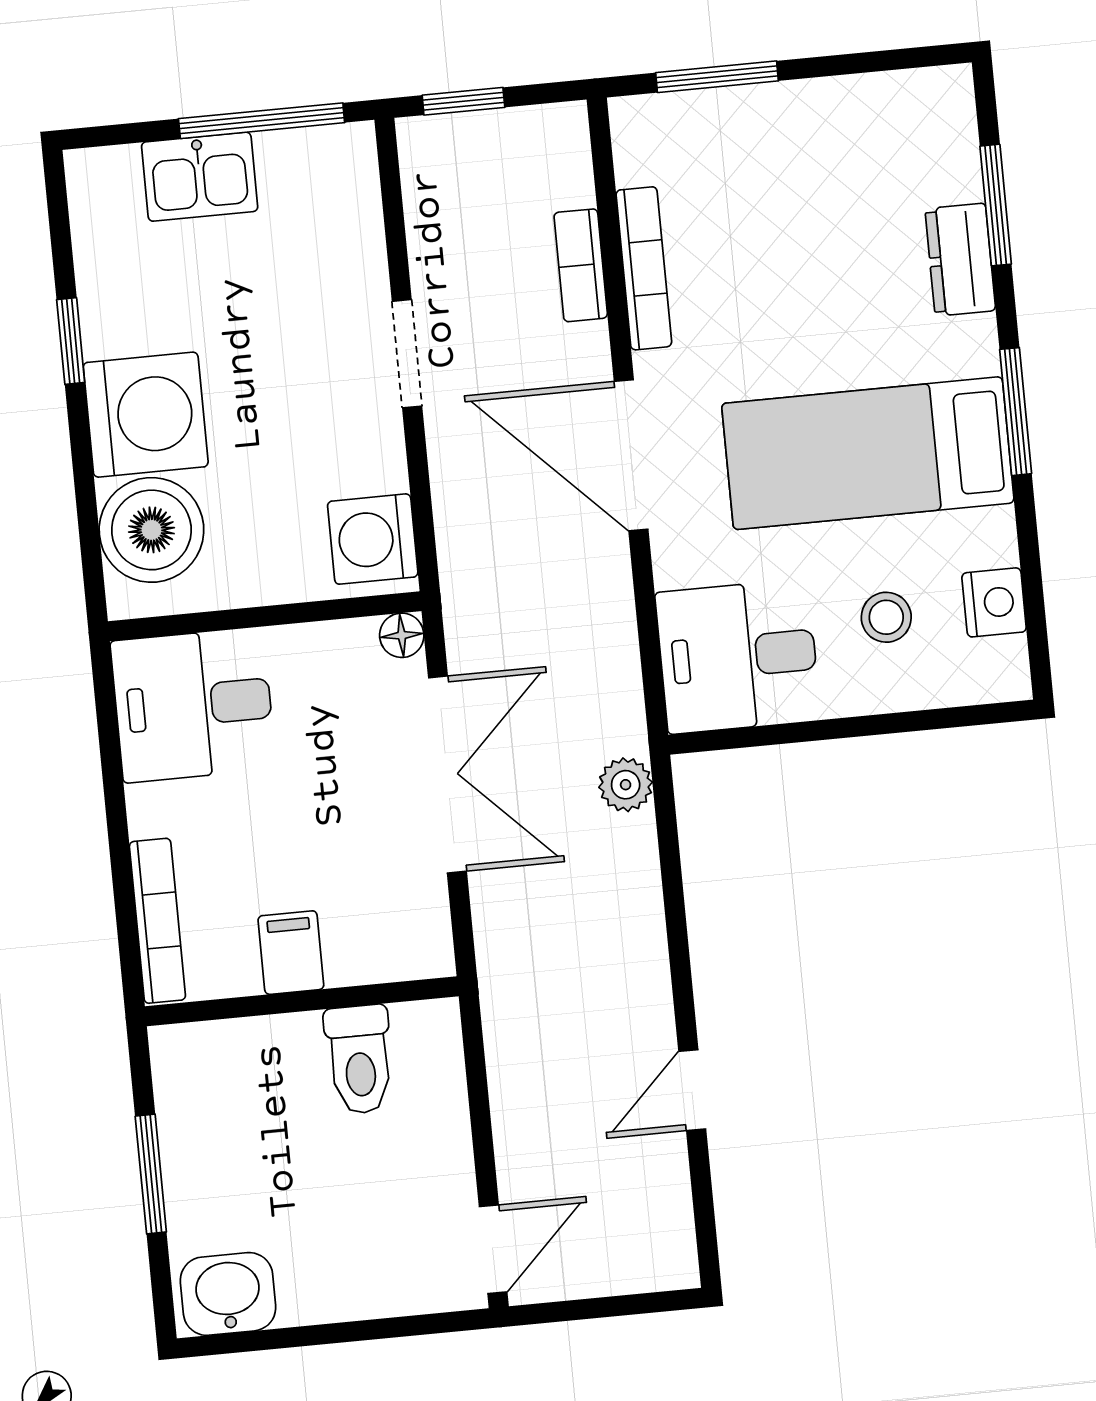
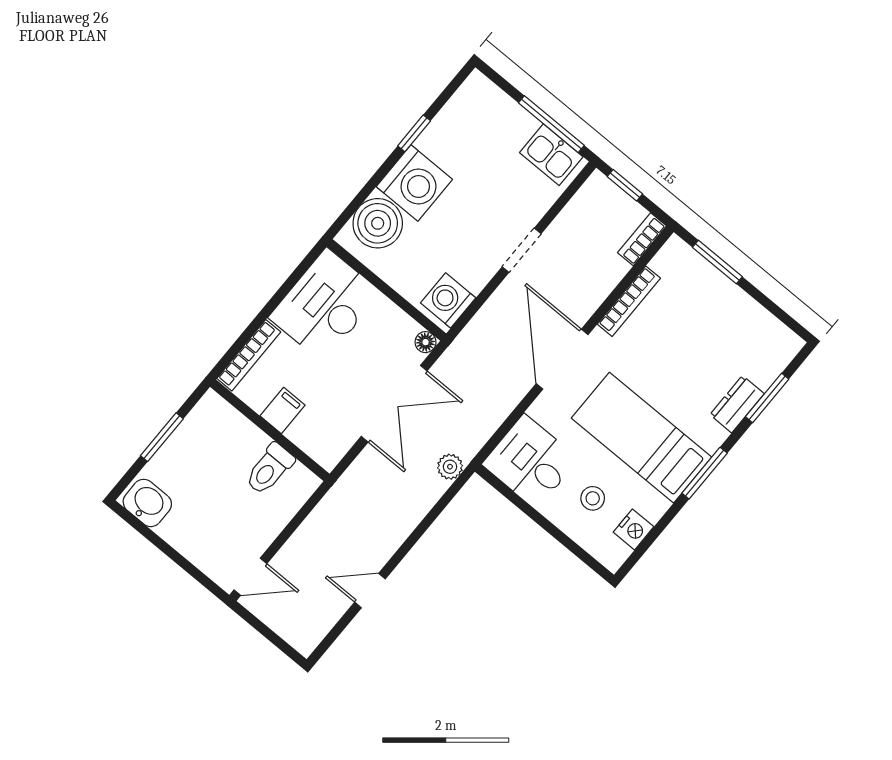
kitchen sink: (200, 177) -> (551, 155), moved
bookcase: (581, 265) -> (642, 239), moved
desk: (193, 705) -> (325, 305), width x1.37

